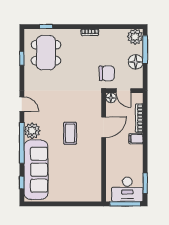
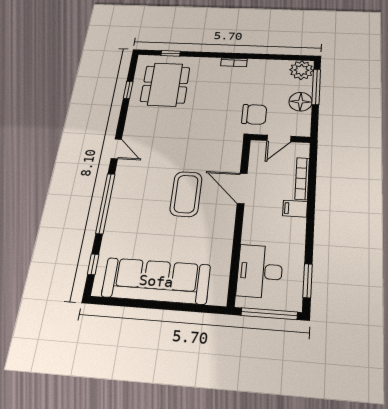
door: (124, 91) -> (279, 138), hinge flipped
floor lamp: (111, 98) -> (258, 147), removed
door: (104, 127) -> (242, 188), swing flipped
plant: (32, 131) -> (125, 187), removed
coffee table: (70, 133) -> (186, 194), width x1.36, depth x1.32
sofa: (36, 170) -> (156, 281), moved, turned -90
desk: (127, 189) -> (260, 271), moved, turned 90

